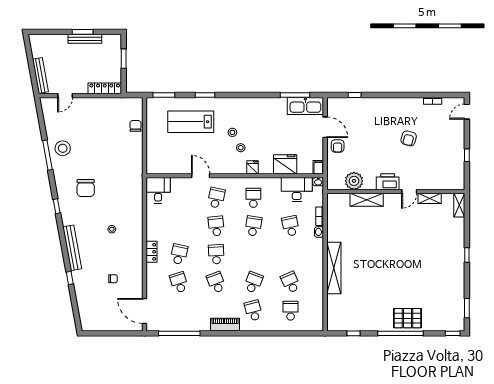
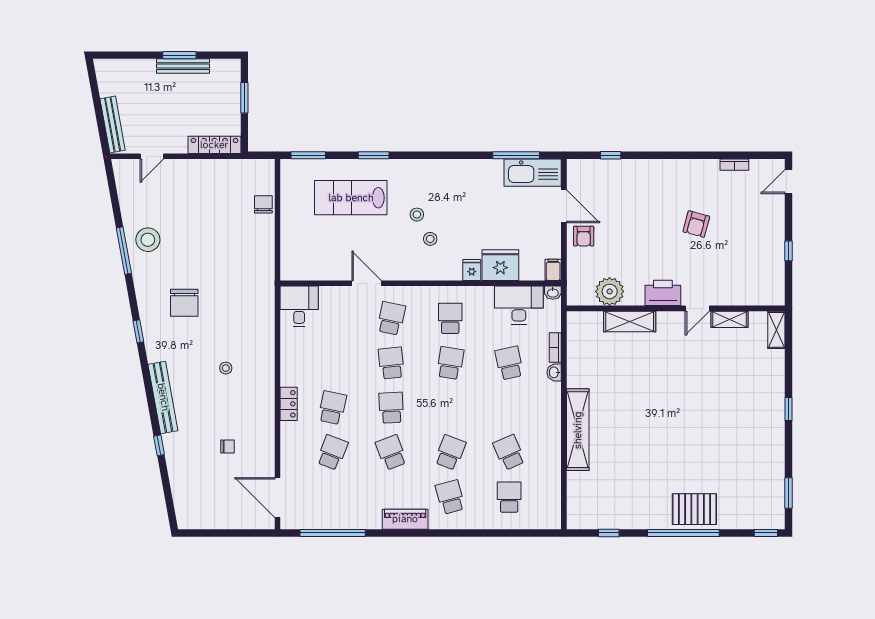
fridge: (253, 167) -> (472, 270), moved
school desk: (179, 282) -> (332, 452), turned 39

